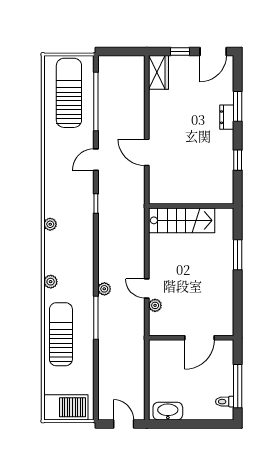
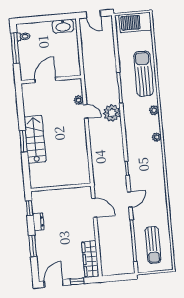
wardrobe: (158, 72) -> (90, 259), width x1.50
sun lounger: (69, 93) -> (153, 245), width x0.73, depth x0.75
dresser: (227, 117) -> (38, 222), moved
wall: (191, 206) -> (61, 187), moved
stairs: (182, 220) -> (35, 139), moved, turned 90
plant: (50, 224) -> (157, 137), moved
plant: (104, 289) -> (112, 113), width x1.87, depth x1.87
sun lounger: (61, 334) -> (143, 74), turned 180

